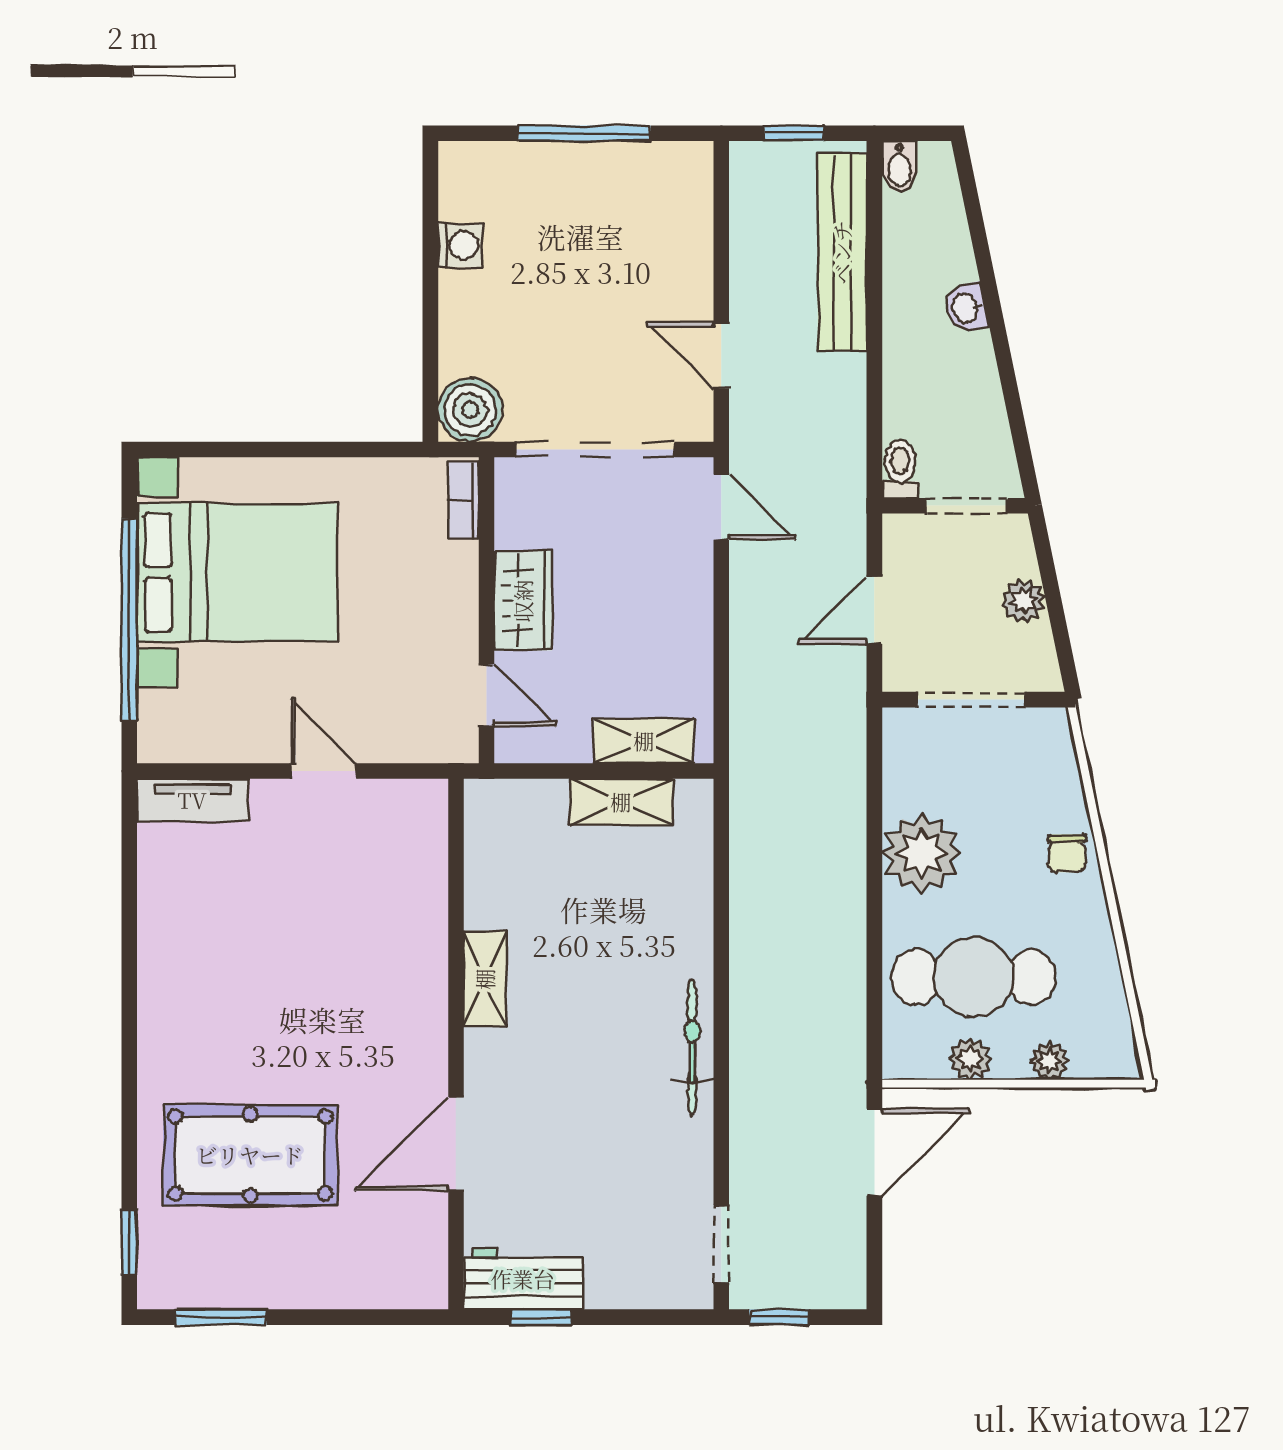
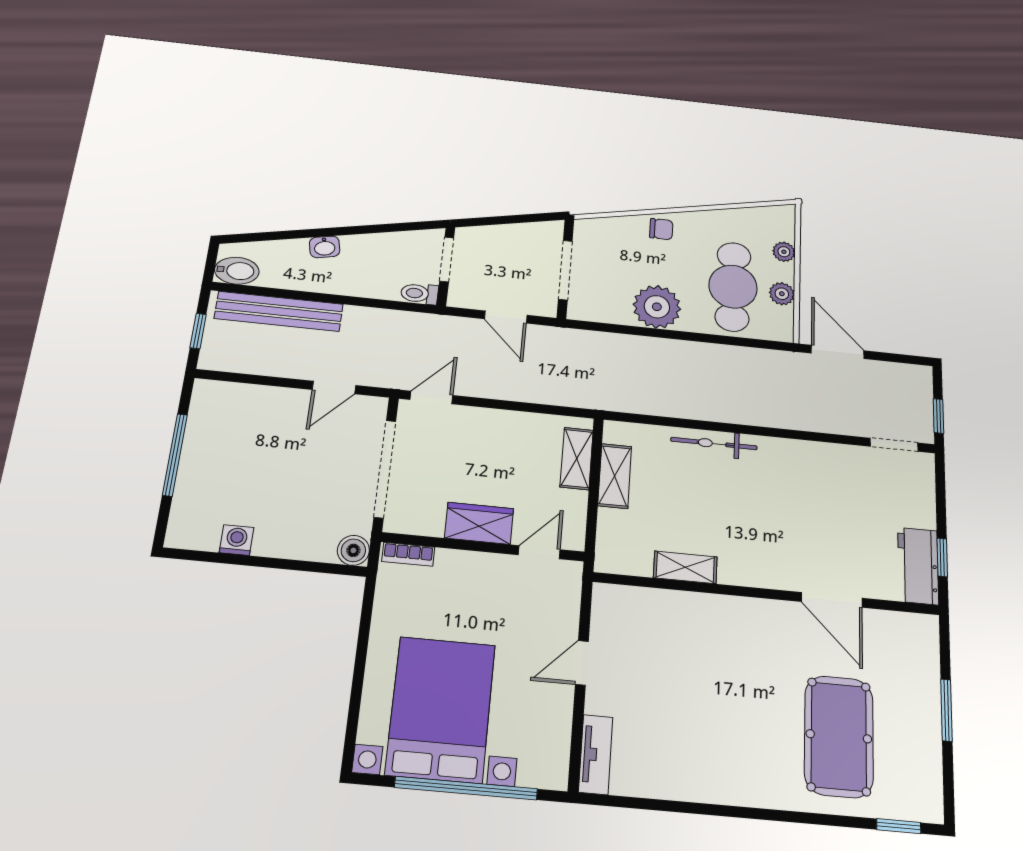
bidet: (900, 167) -> (237, 271), width x1.38, depth x1.36
boiler: (470, 410) -> (353, 550), width x0.73, depth x0.73
plant: (1024, 601) -> (508, 235), removed
shelving: (485, 979) -> (685, 567), moved
bicycle: (692, 1048) -> (714, 444), moved
window: (221, 1317) -> (946, 710), moved

